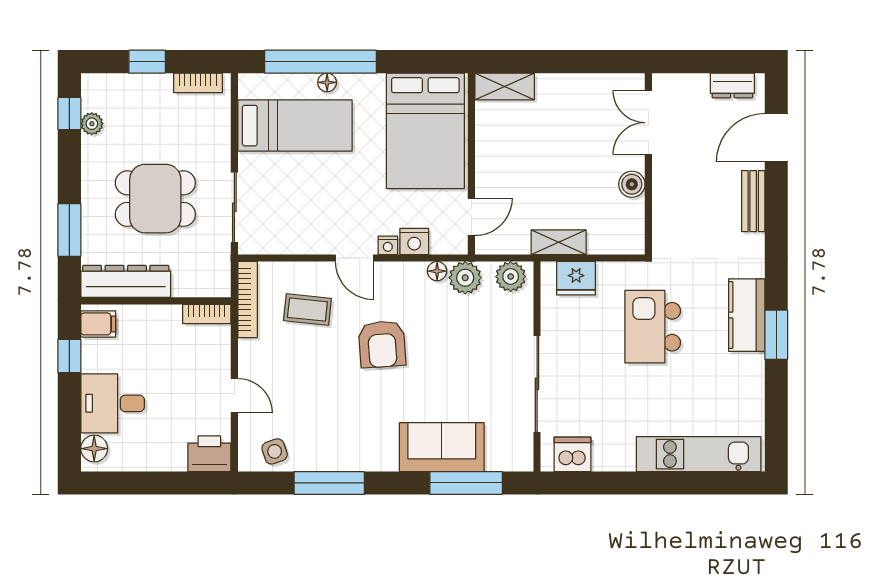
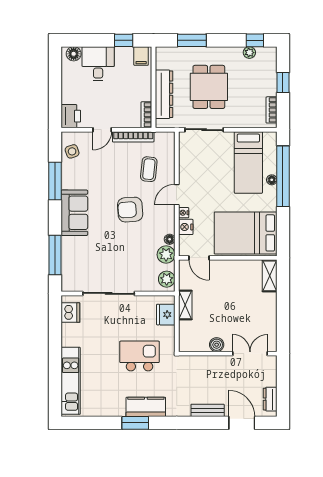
dresser: (126, 281) -> (164, 94), moved
bookcase: (248, 300) -> (133, 137), moved
sofa: (442, 447) -> (74, 213), moved

